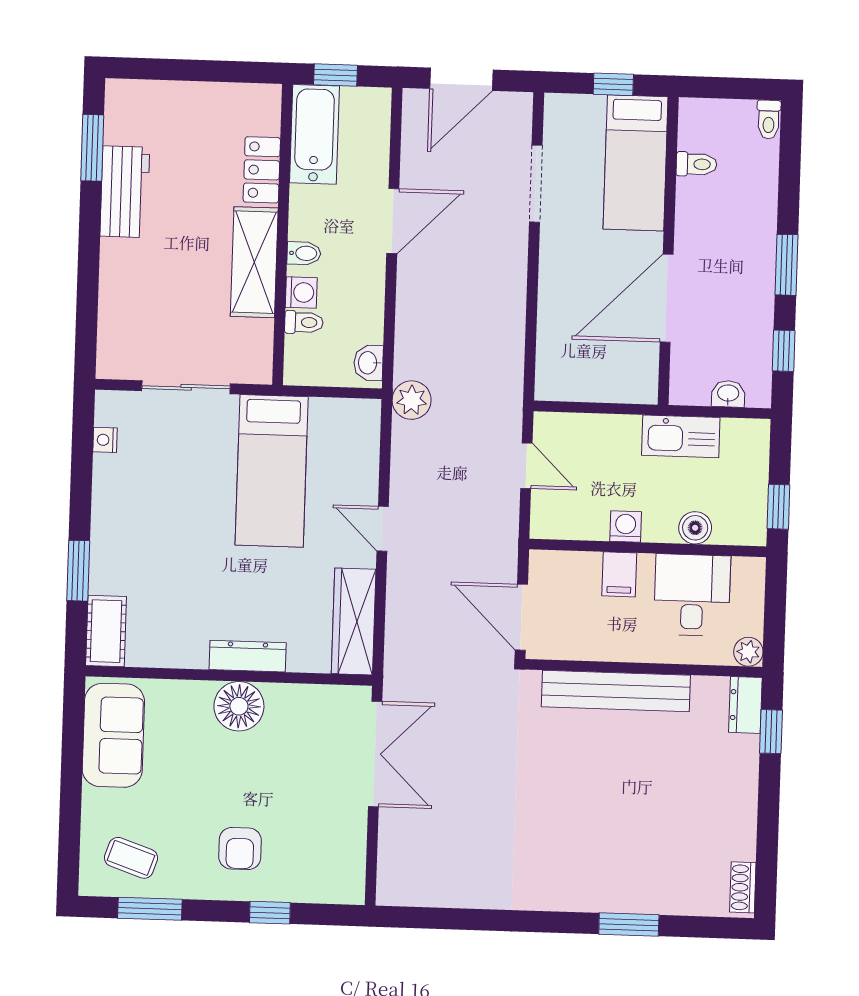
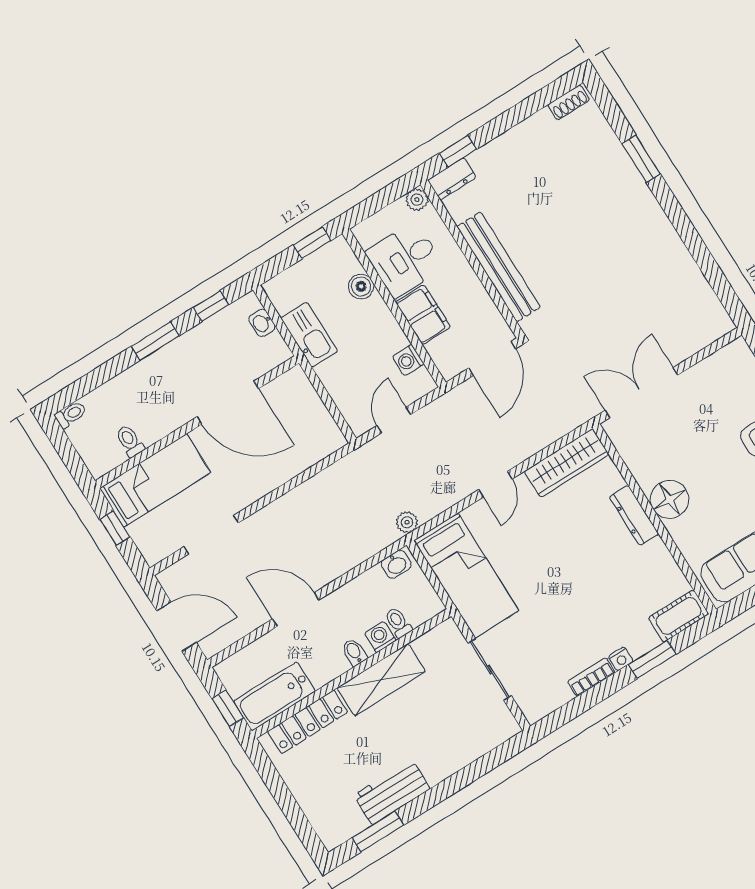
locker: (262, 170) -> (308, 722), width x1.53
plant: (412, 400) -> (407, 522), width x0.73, depth x0.73
nightstand: (105, 440) -> (621, 659), moved
bed: (272, 471) -> (466, 576), moved, turned 90
bookcase: (103, 492) -> (591, 677), added
washing machine: (626, 526) -> (408, 360), moved
filing cabinet: (619, 574) -> (423, 315), width x2.00

